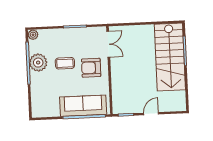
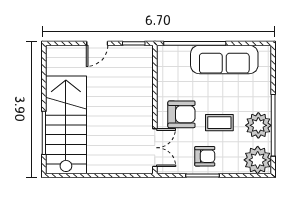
plant: (33, 35) -> (258, 160), width x1.87, depth x1.87
armchair: (74, 40) -> (205, 156), added
double door: (108, 44) -> (155, 148), swing flipped
sofa: (83, 106) -> (224, 59), moved

